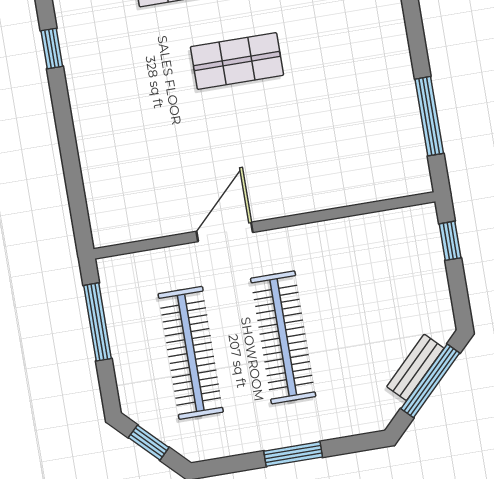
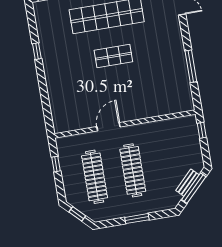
window: (429, 116) -> (191, 66), moved
window: (97, 322) -> (56, 164), width x0.46

